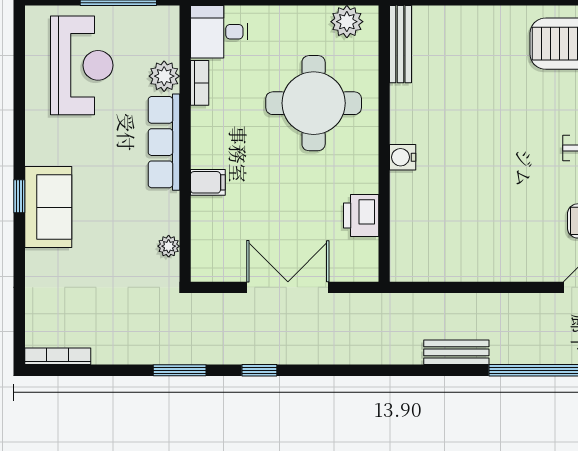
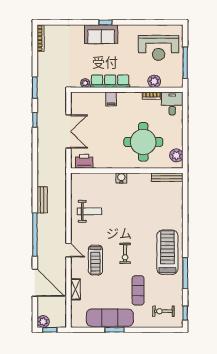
row of seats: (164, 142) -> (110, 81), moved
printer: (361, 216) -> (84, 161), moved
weight bench: (485, 236) -> (89, 211), added

